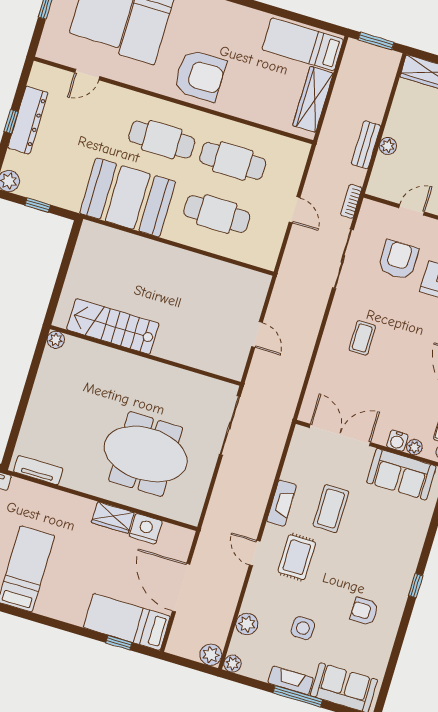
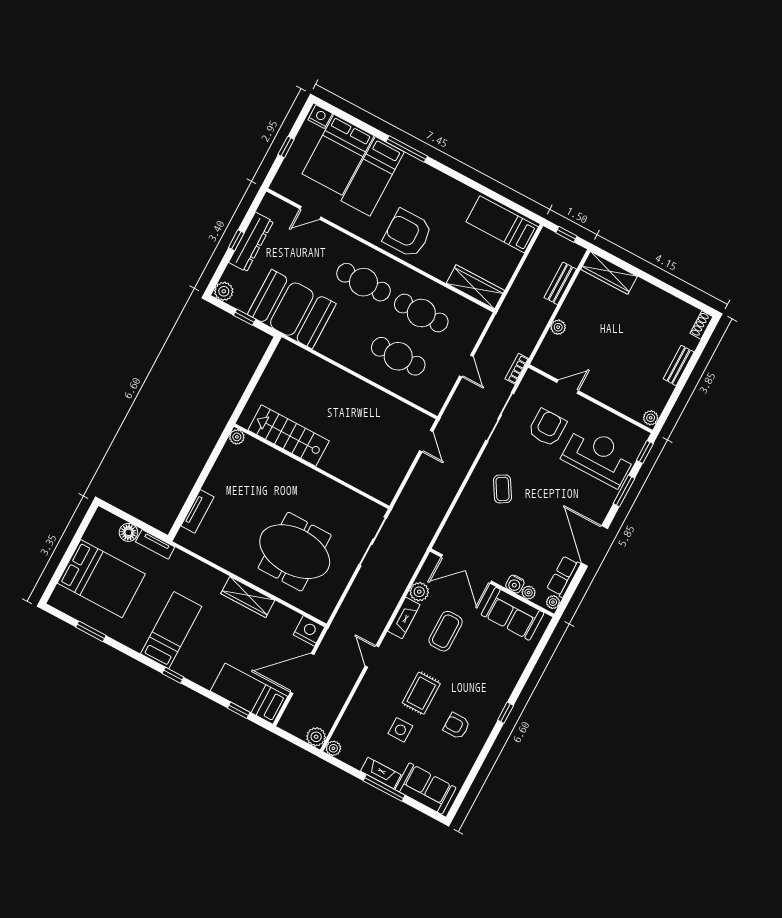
window: (376, 41) -> (566, 234), width x0.67
armchair: (200, 76) -> (408, 233), turned 180
wardrobe: (313, 99) -> (475, 287), moved, turned 90
bench: (366, 145) -> (560, 283), moved
booth: (128, 197) -> (292, 309), moved
door: (257, 335) -> (426, 441), moved
coffee table: (362, 338) -> (502, 489), turned -31
double door: (340, 435) -> (466, 569), swing flipped
tv unit: (38, 470) -> (197, 511), moved, turned 90
wardrobe: (113, 518) -> (248, 597), width x1.50
nightstand: (146, 529) -> (309, 631), moved
rug: (297, 557) -> (421, 693), moved
door: (181, 588) -> (302, 673), hinge flipped
window: (38, 618) -> (173, 675), added
plant: (247, 624) -> (419, 592), moved

